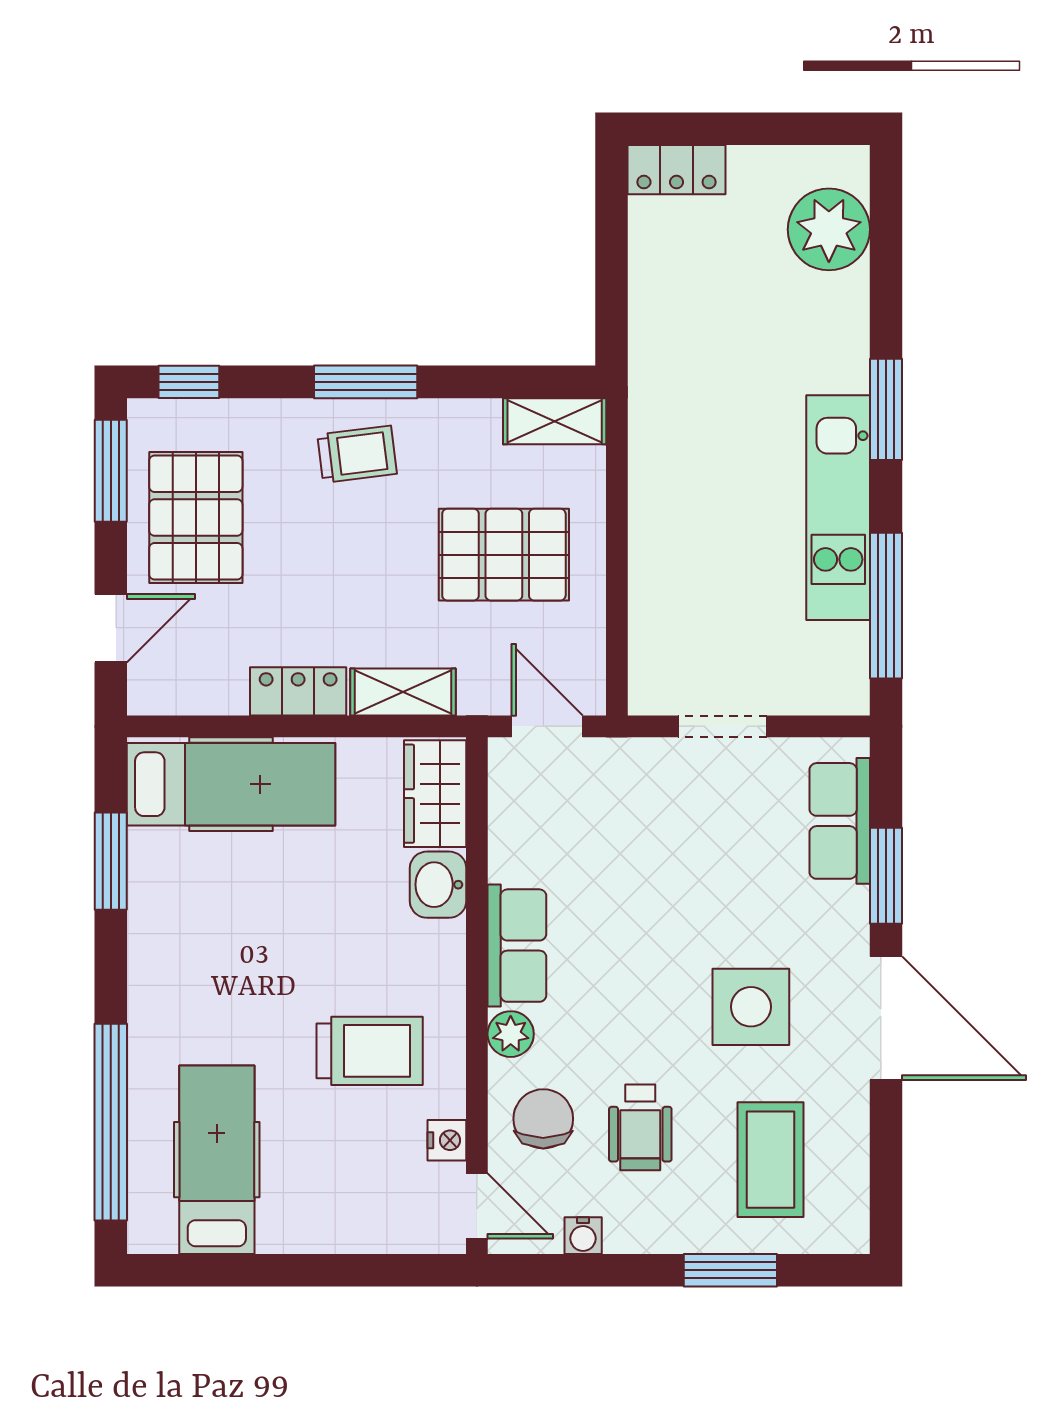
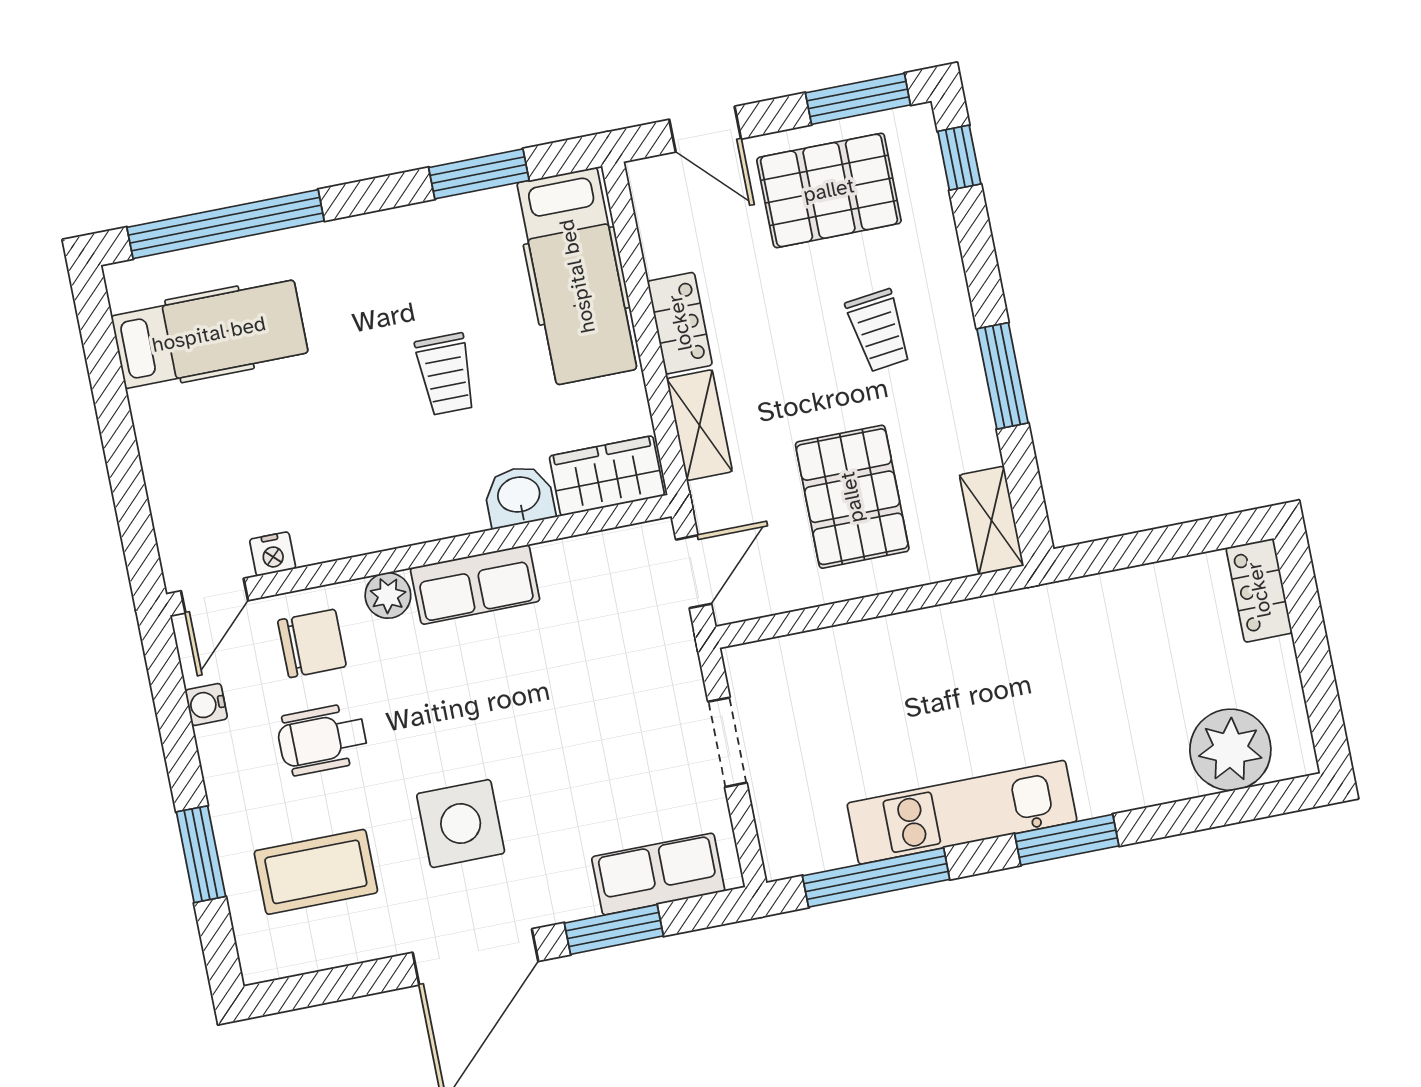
window: (366, 382) -> (1003, 376), moved
trolley: (357, 454) -> (879, 330), moved
trolley: (370, 1051) -> (446, 374), moved, width x0.73, depth x0.72

